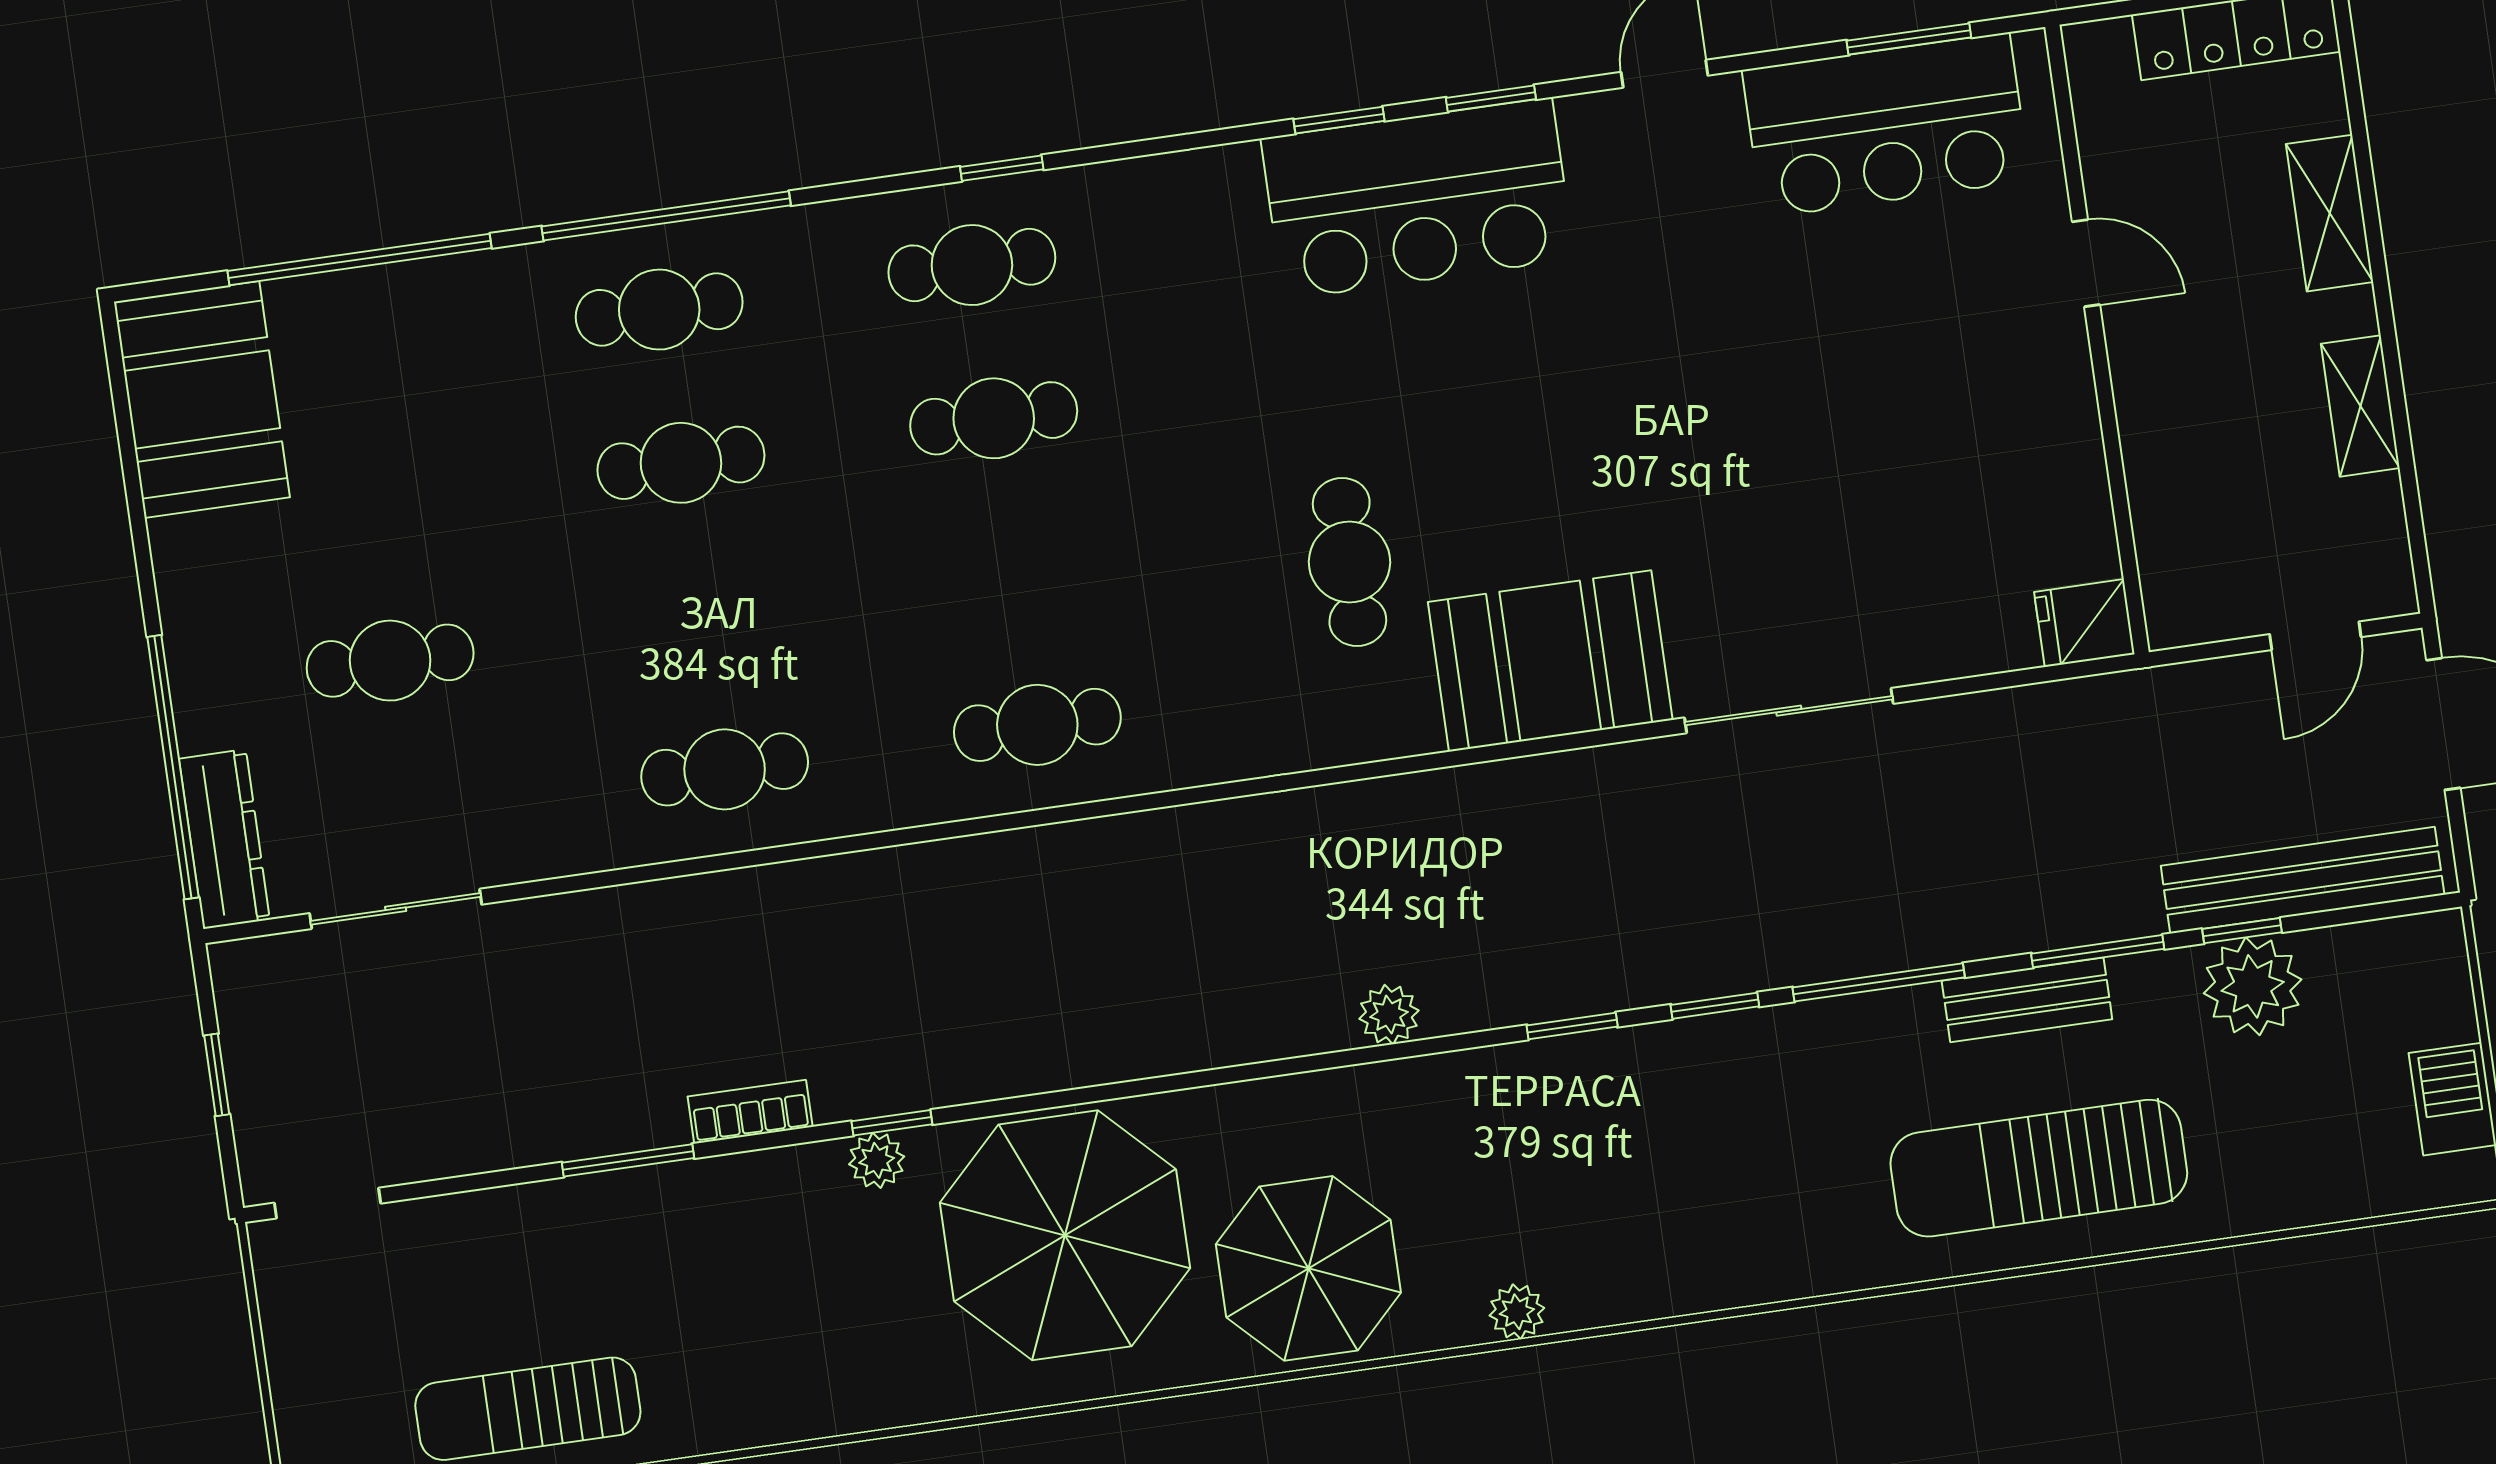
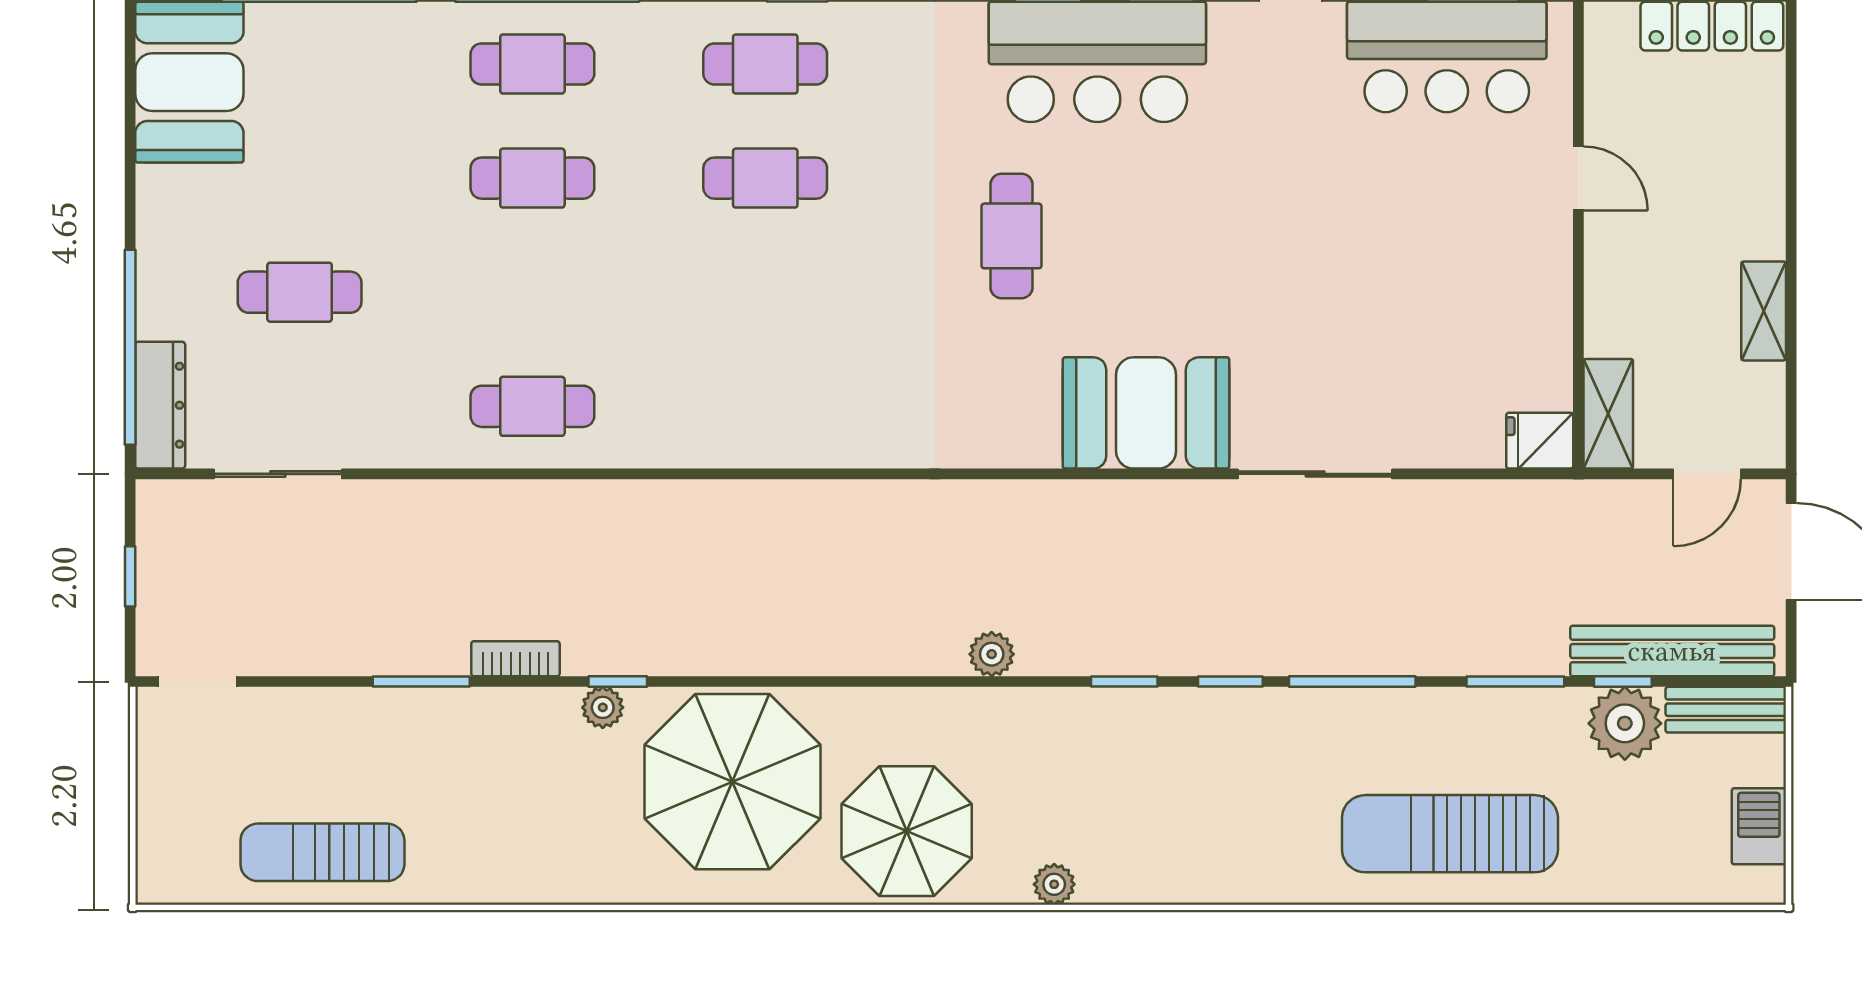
shelving: (2330, 213) -> (1608, 414), moved
cafe table: (1350, 562) -> (1011, 236), moved
cafe table: (1037, 725) -> (765, 406), removed
bench: (2027, 1000) -> (1726, 710), moved

